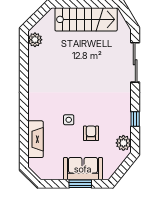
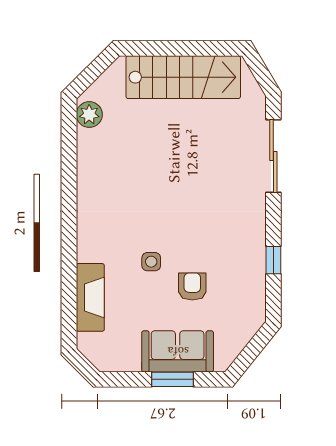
plant: (123, 143) -> (252, 304), removed

